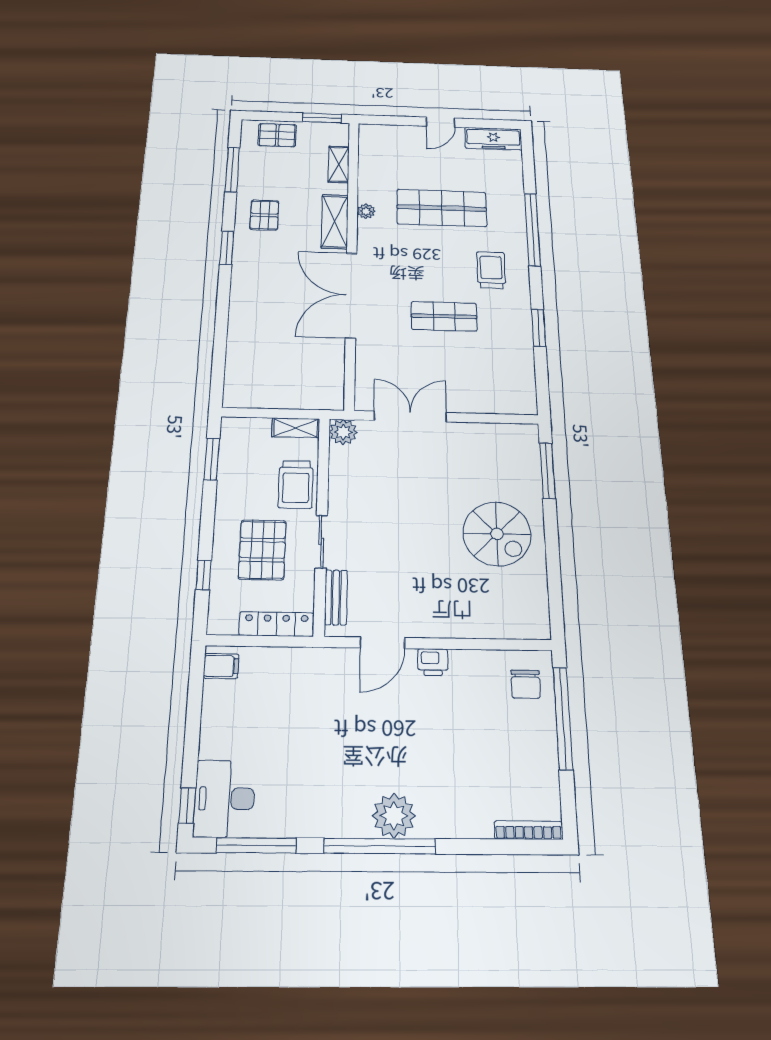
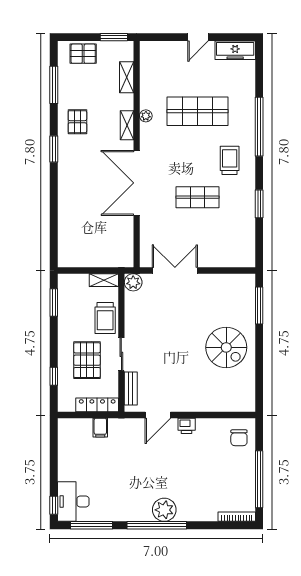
shelving: (335, 222) -> (127, 125), width x0.67, depth x0.75
filing cabinet: (221, 666) -> (100, 428), moved, turned 90
window: (563, 718) -> (259, 479), moved

